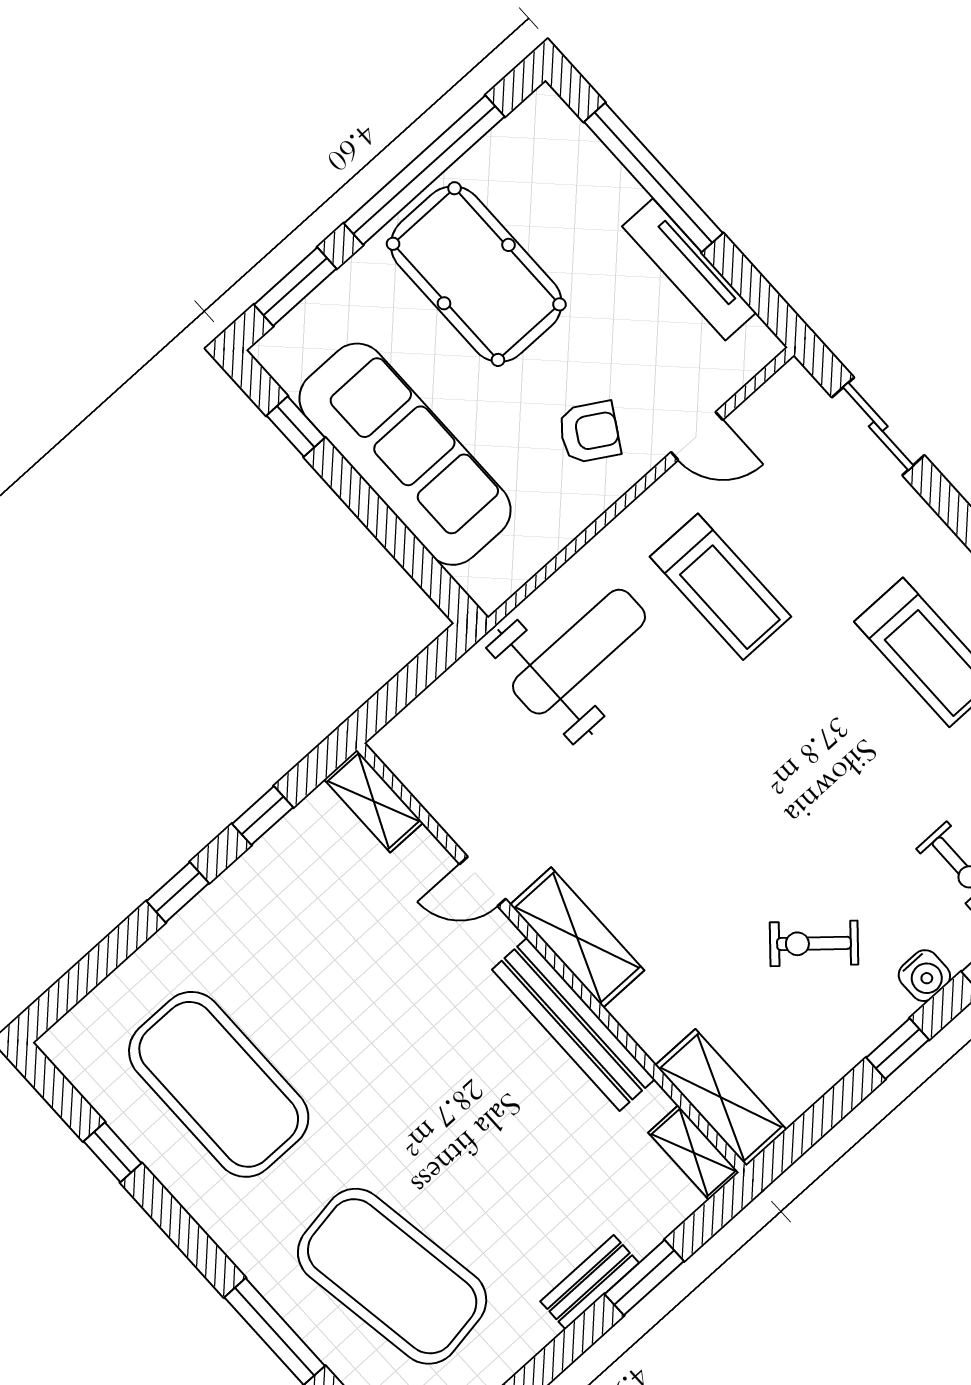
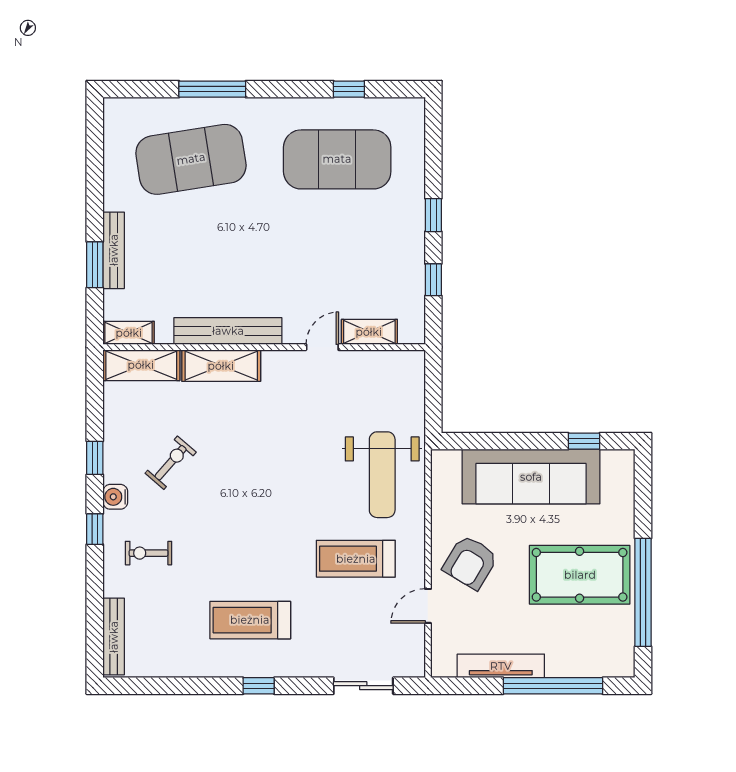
window: (295, 287) -> (643, 494), removed
armchair: (589, 432) -> (470, 562), width x1.38, depth x1.38
shelving: (374, 801) -> (369, 332), moved
shelving: (577, 937) -> (221, 366), moved
bench: (590, 1282) -> (114, 250), width x1.36

